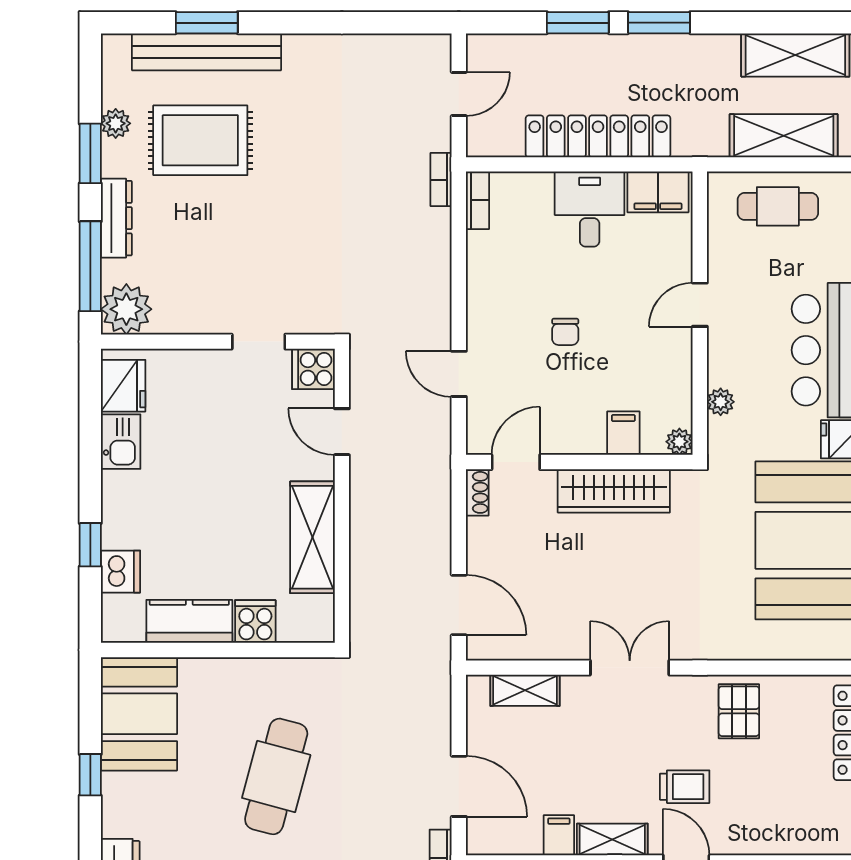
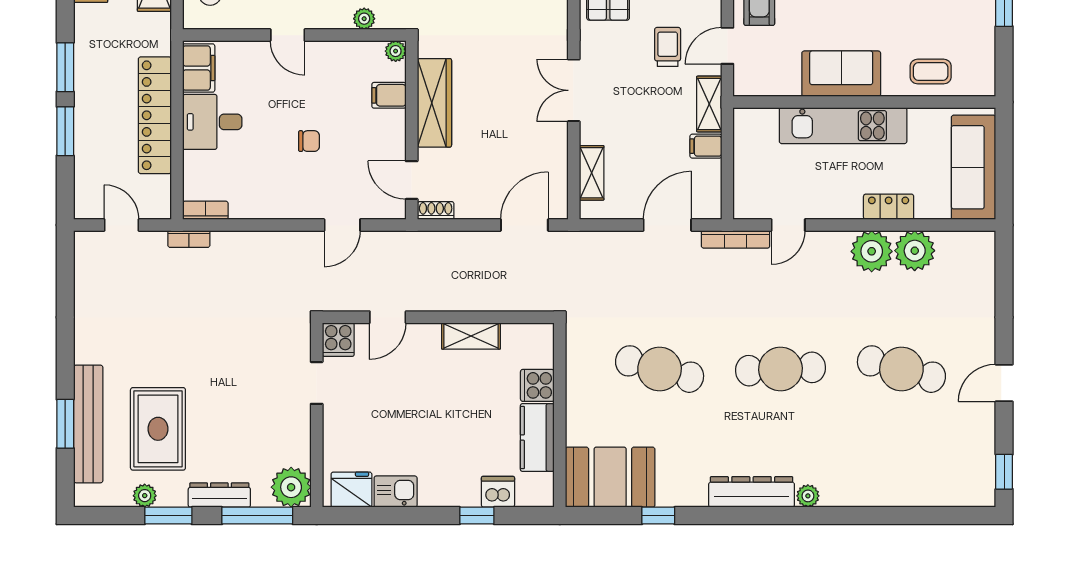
shelving: (312, 537) -> (471, 336), width x0.67, depth x0.75

